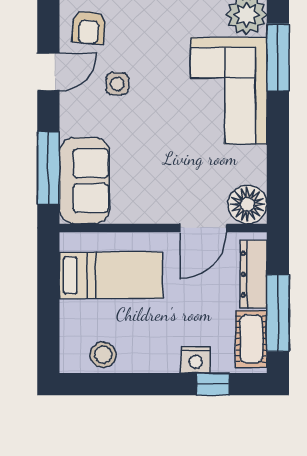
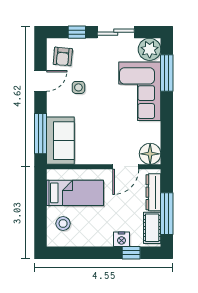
stool: (103, 355) -> (63, 224), moved

